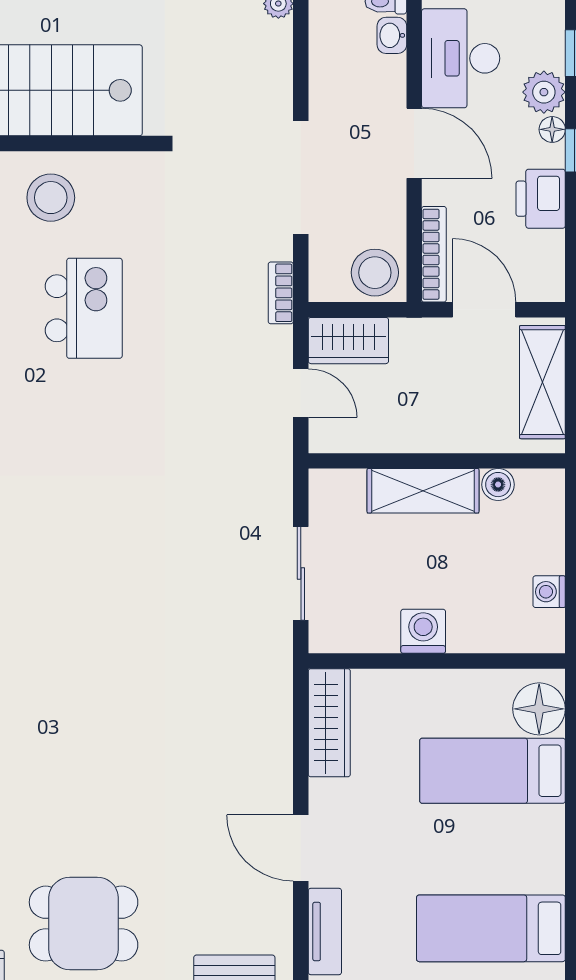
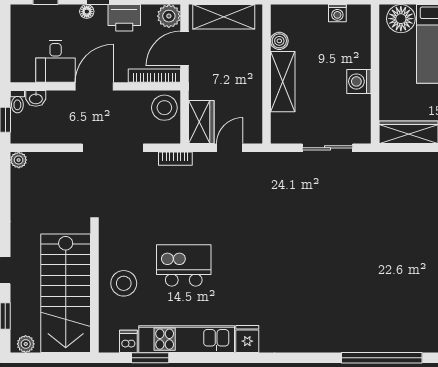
desk: (461, 58) -> (56, 61), width x0.73
plant: (544, 92) -> (169, 16), moved

